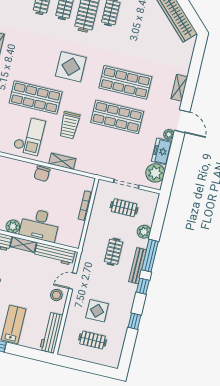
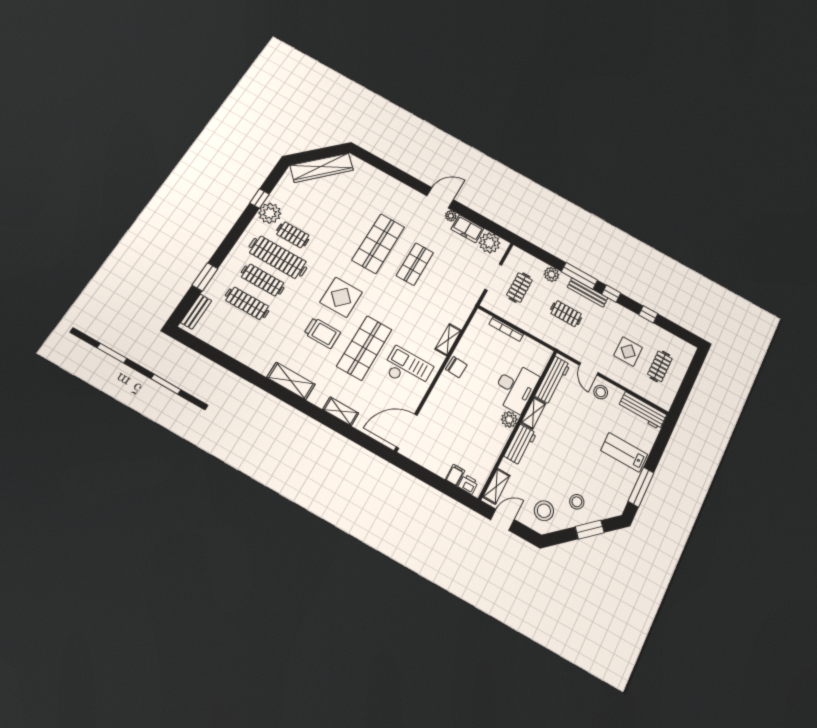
shelving: (179, 88) -> (402, 190), removed
shop shelf: (117, 117) -> (415, 264), width x0.70, depth x0.74
trolley: (69, 125) -> (322, 333), moved

